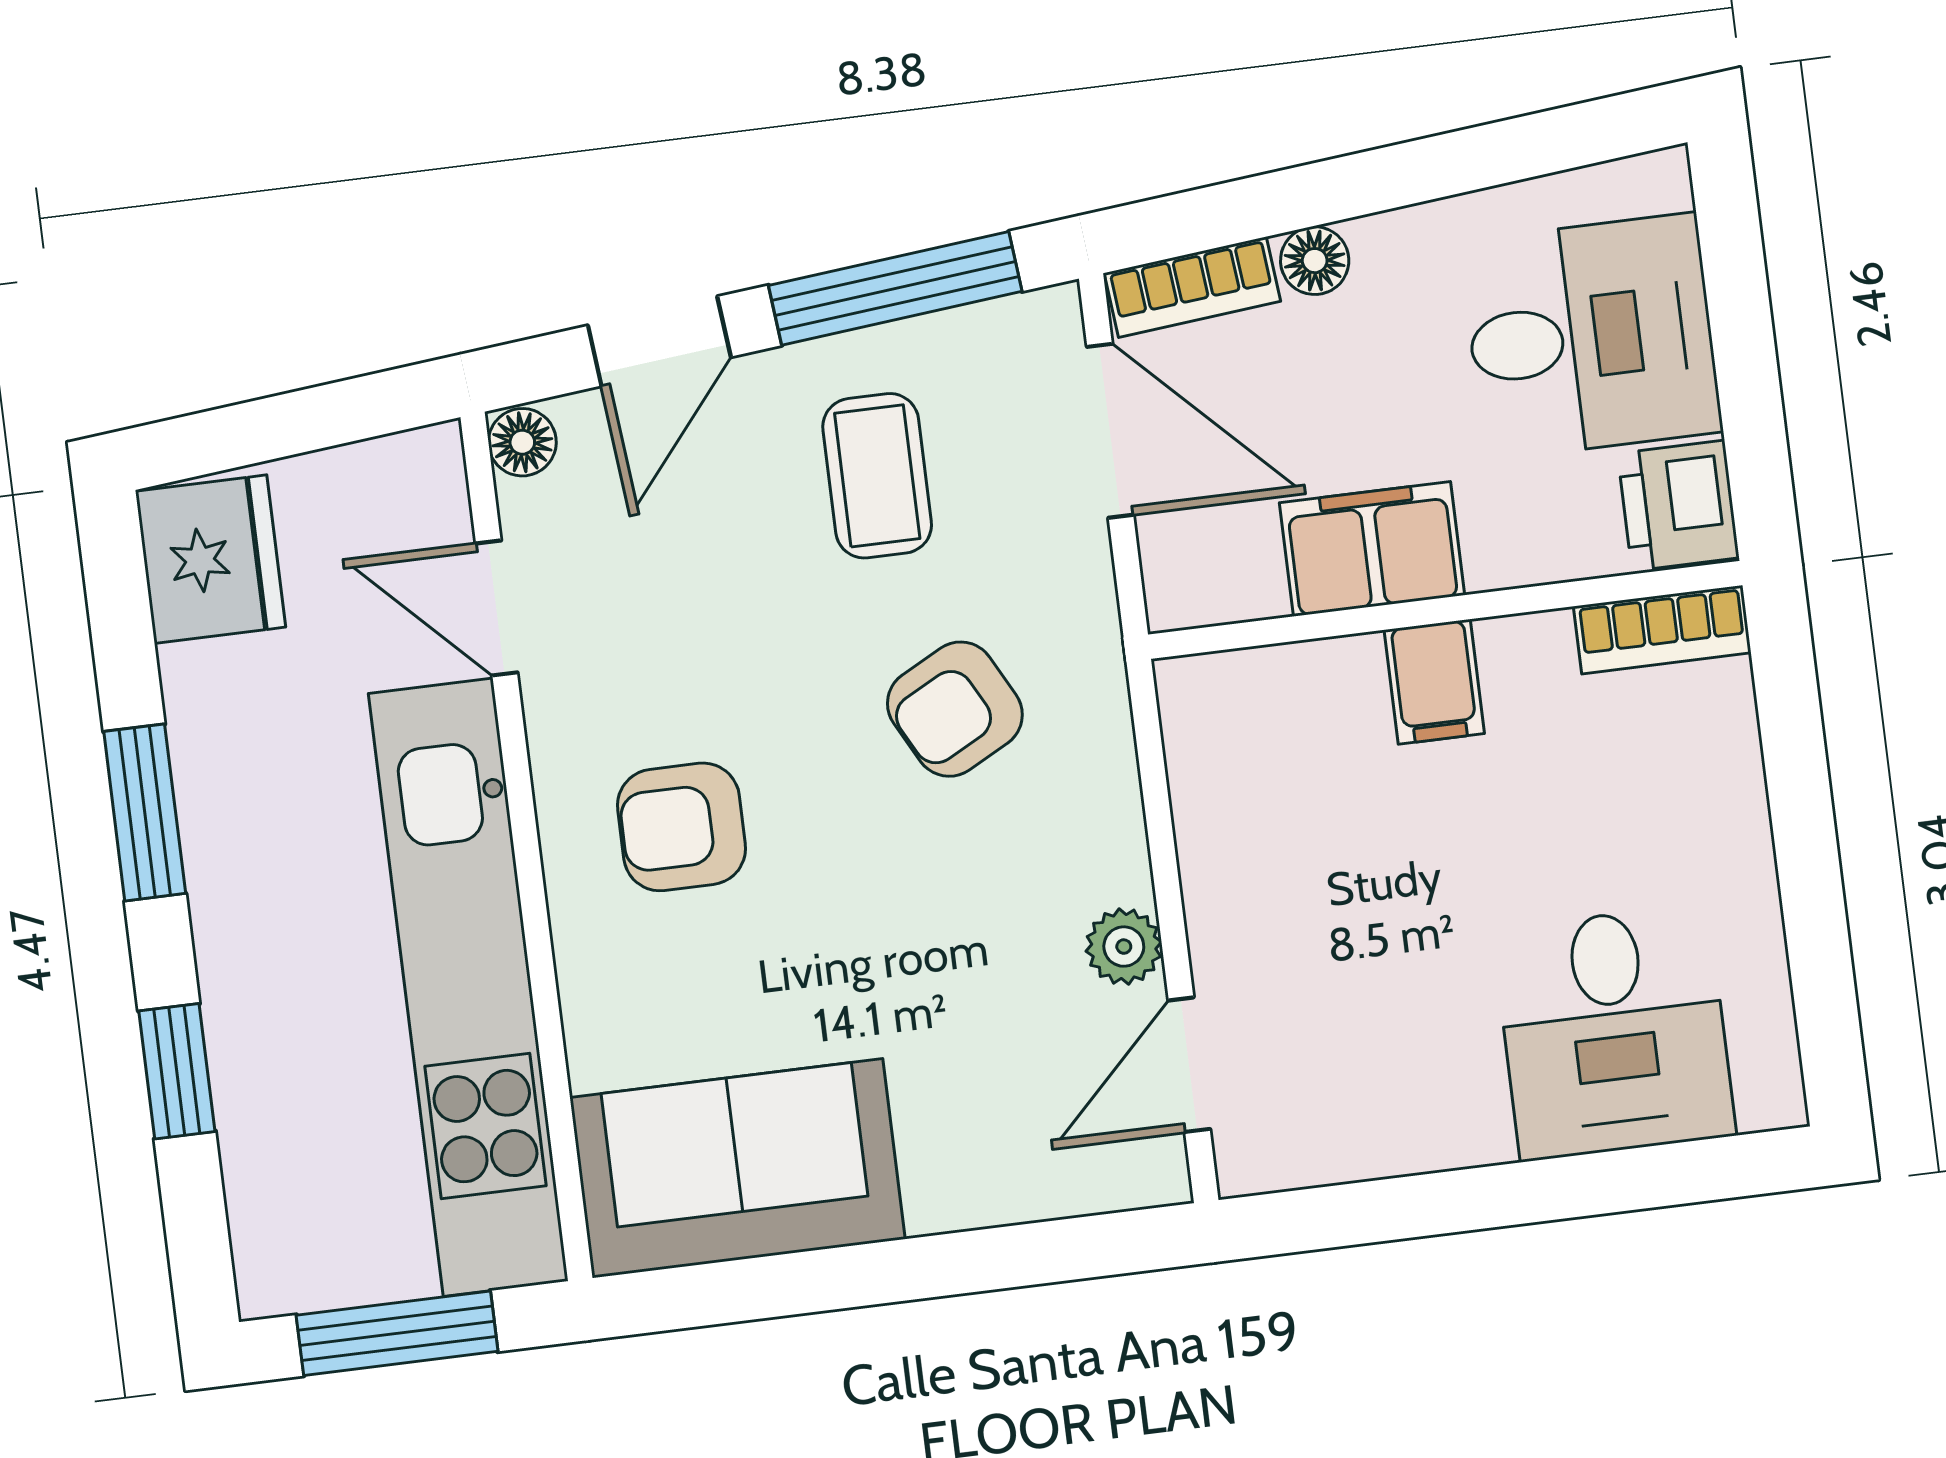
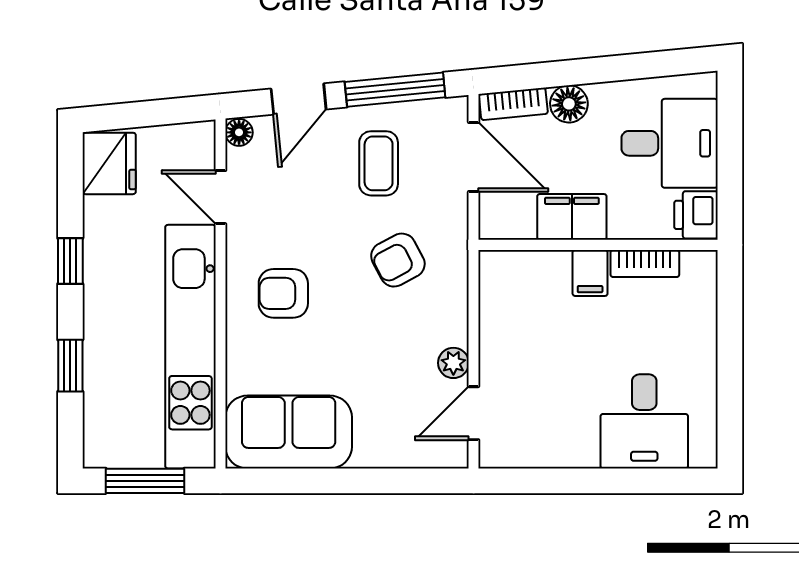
floor lamp: (1315, 261) -> (569, 104), width x1.37, depth x1.37
bookcase: (1662, 630) -> (645, 263), moved
window: (145, 812) -> (70, 261), width x0.67

